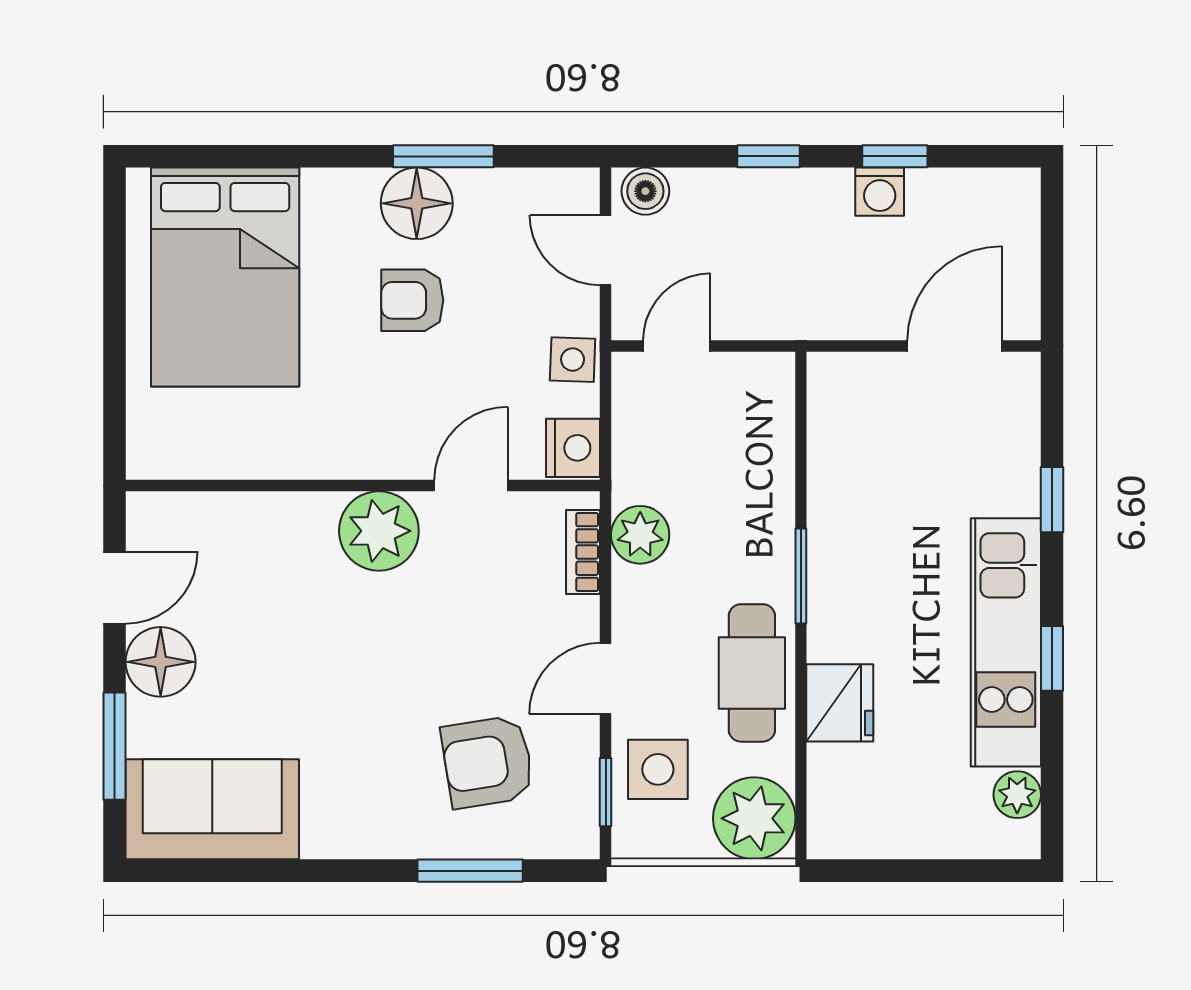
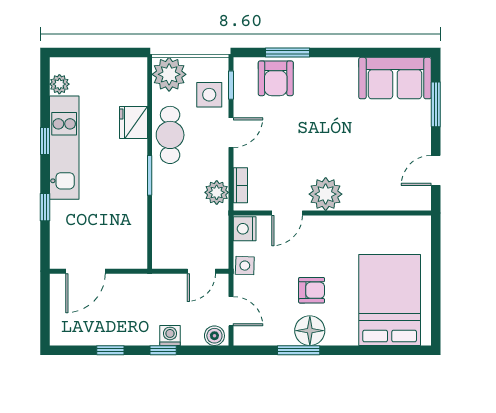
washing machine: (880, 192) -> (170, 335), moved
floor lamp: (161, 662) -> (417, 140), removed
armchair: (488, 762) -> (276, 78), moved, turned 99

